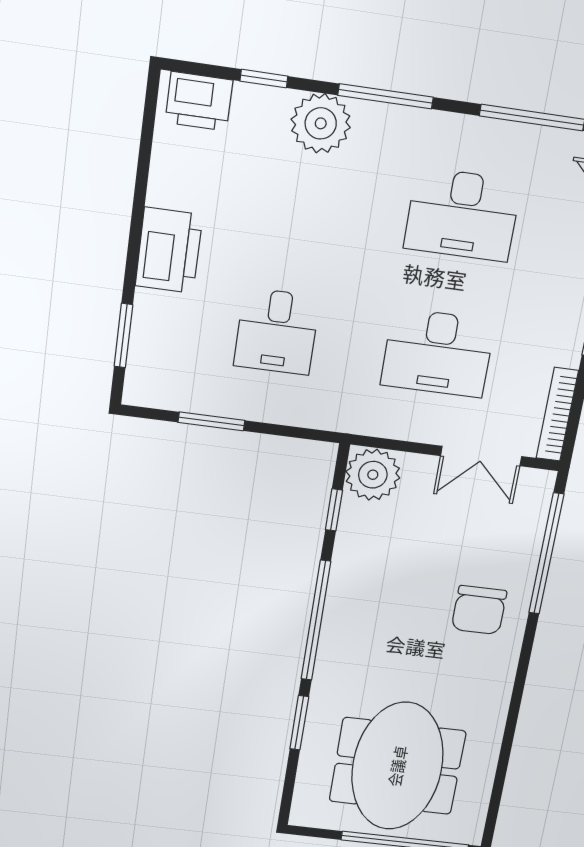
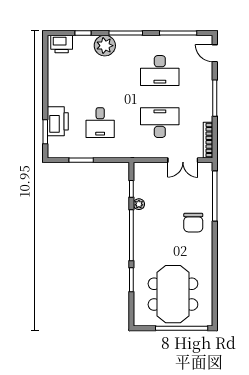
printer: (169, 250) -> (58, 121), moved
desk: (438, 353) -> (160, 123), turned 180
plant: (373, 475) -> (139, 204), moved, width x0.53, depth x0.53

